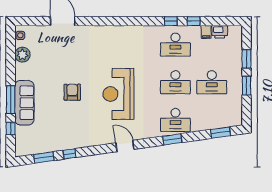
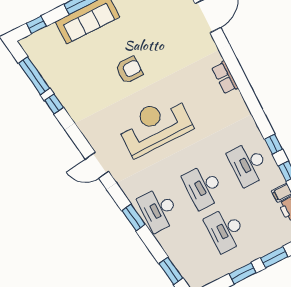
row of seats: (110, 31) -> (225, 78), added
window: (11, 129) -> (36, 25), moved
door: (125, 146) -> (97, 165), swing flipped
window: (44, 157) -> (34, 76), width x1.44

